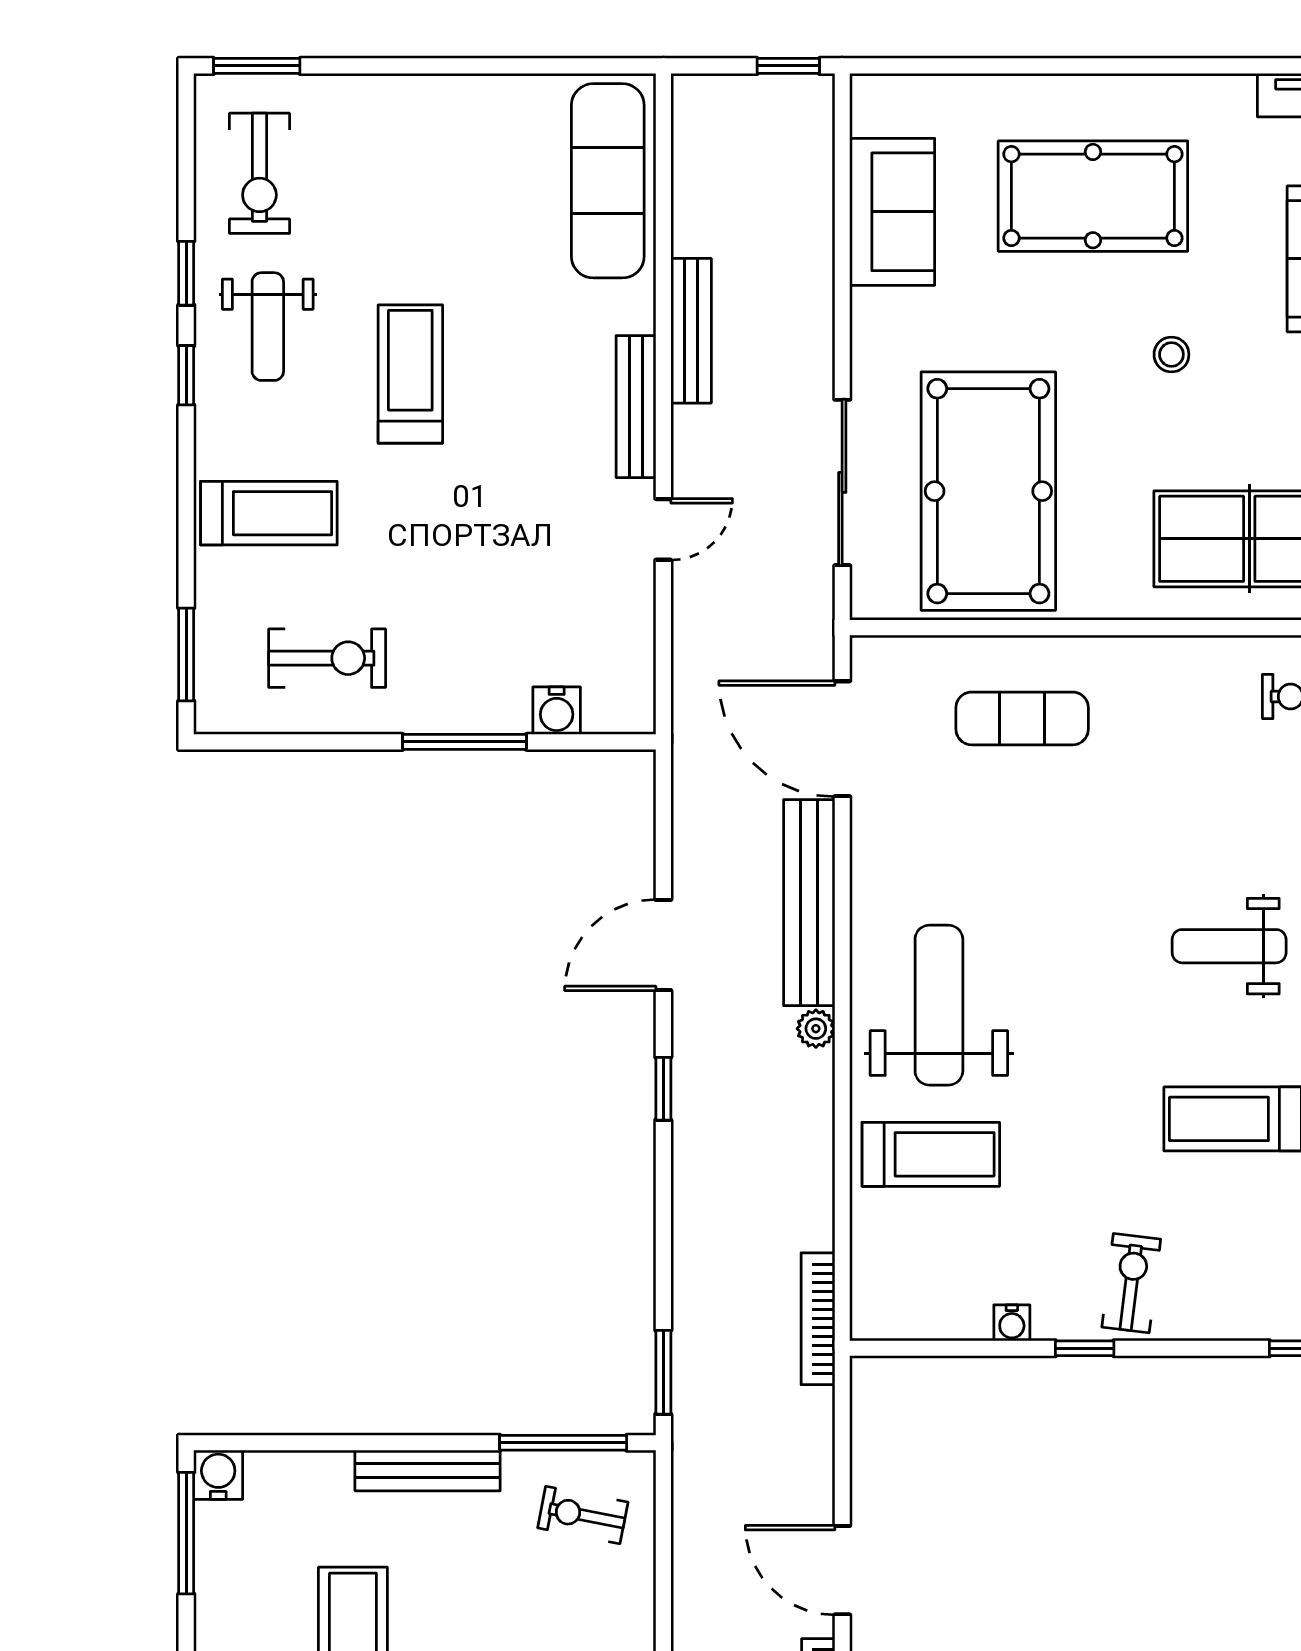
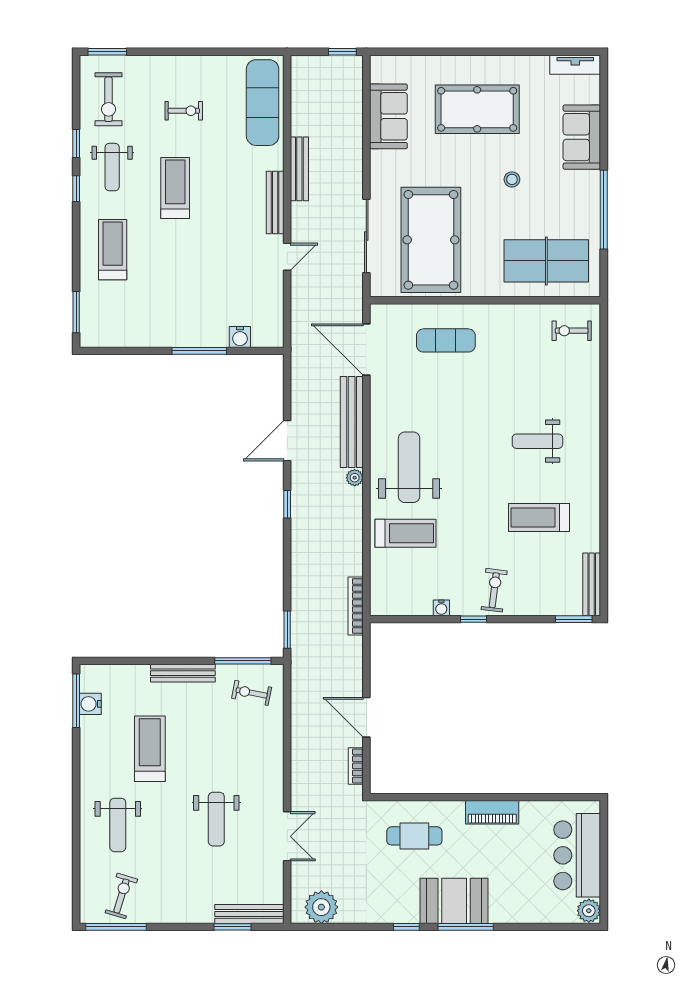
treadmill: (269, 513) -> (113, 250), turned -90
exercise bike: (327, 658) -> (184, 111), moved, width x0.73, depth x0.72
water cooler: (218, 1475) -> (90, 704), moved, turned -90

